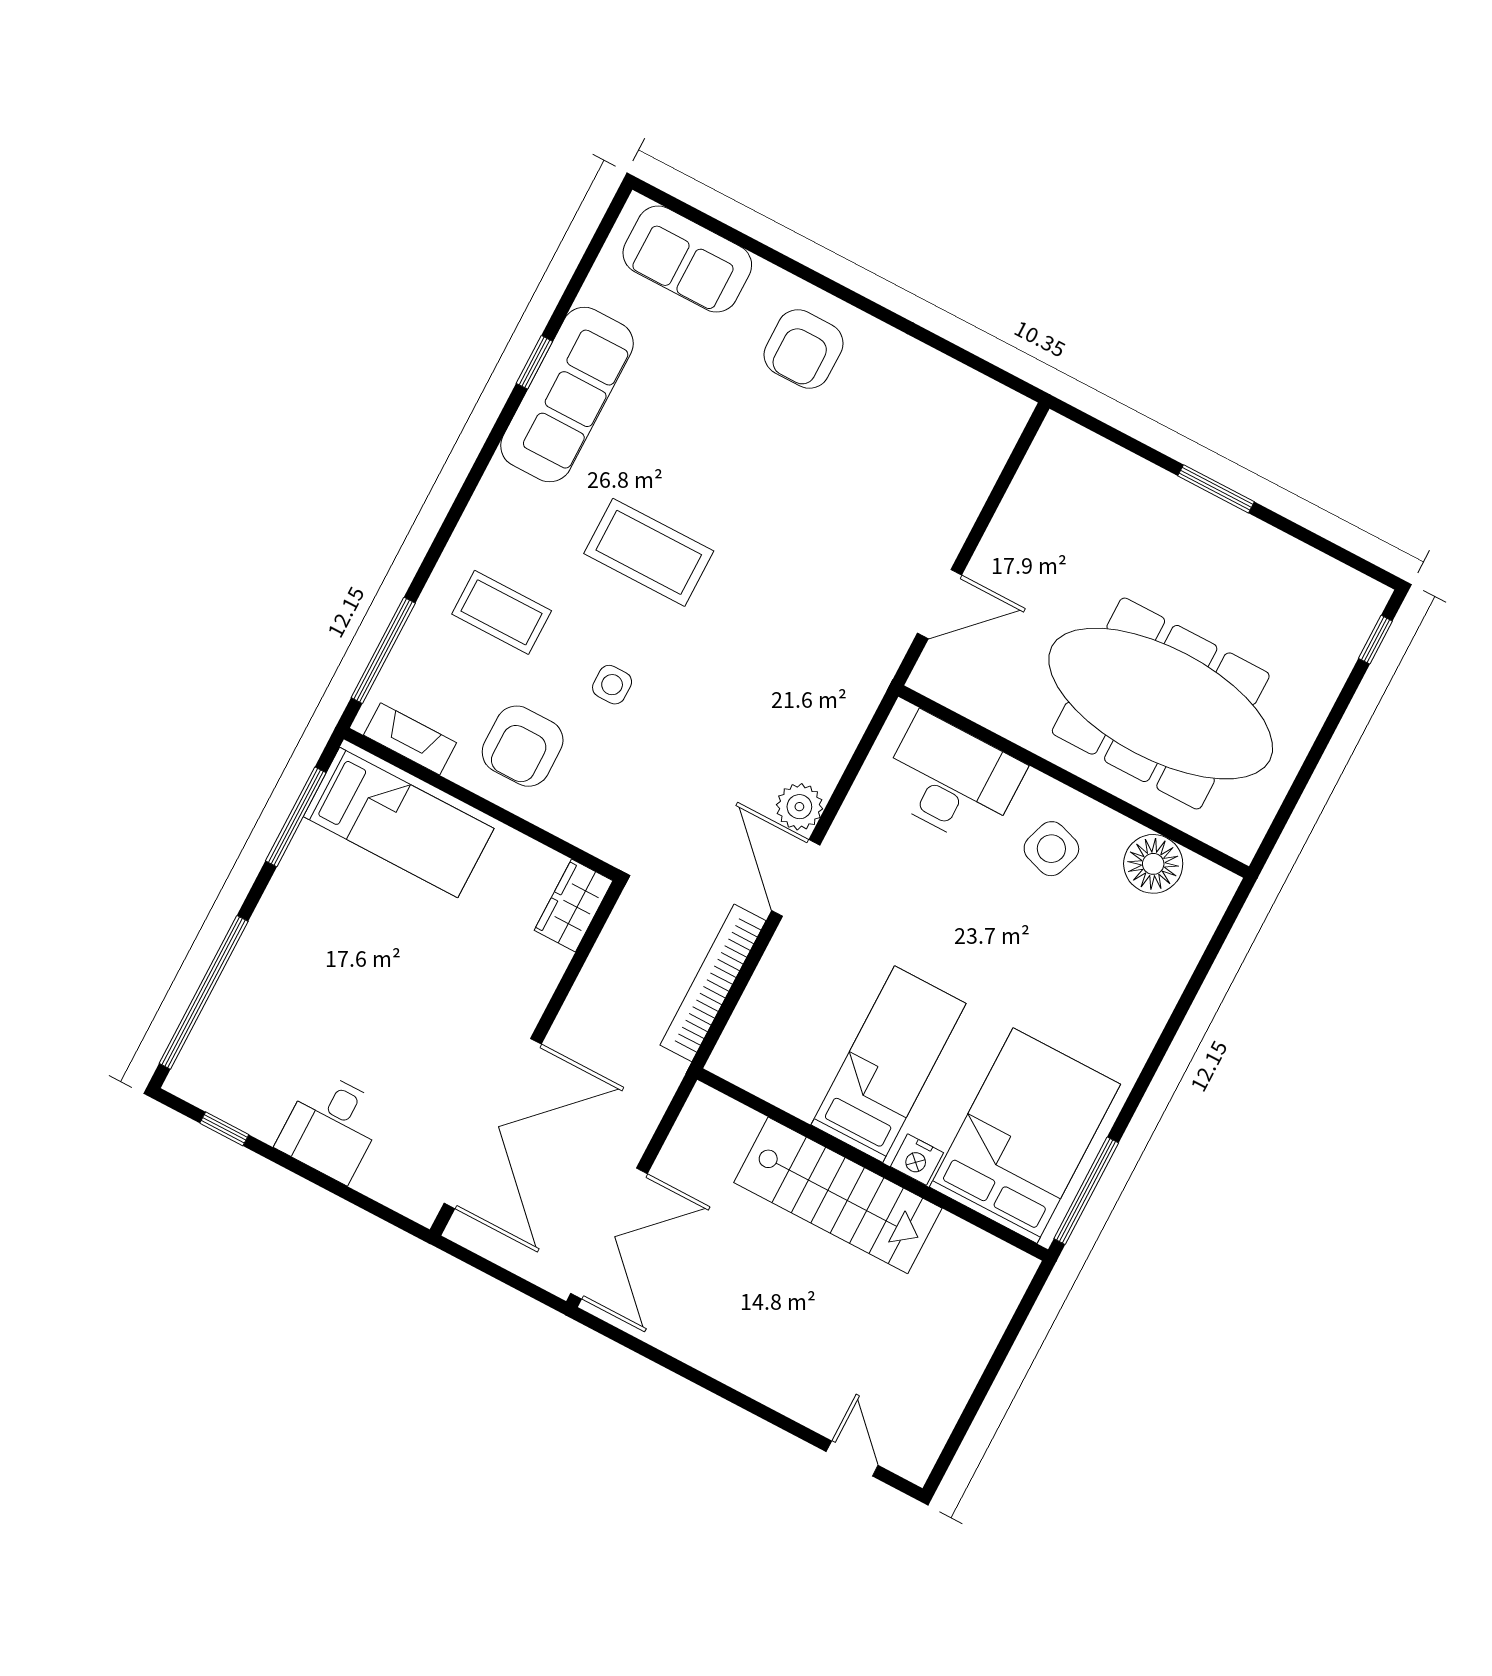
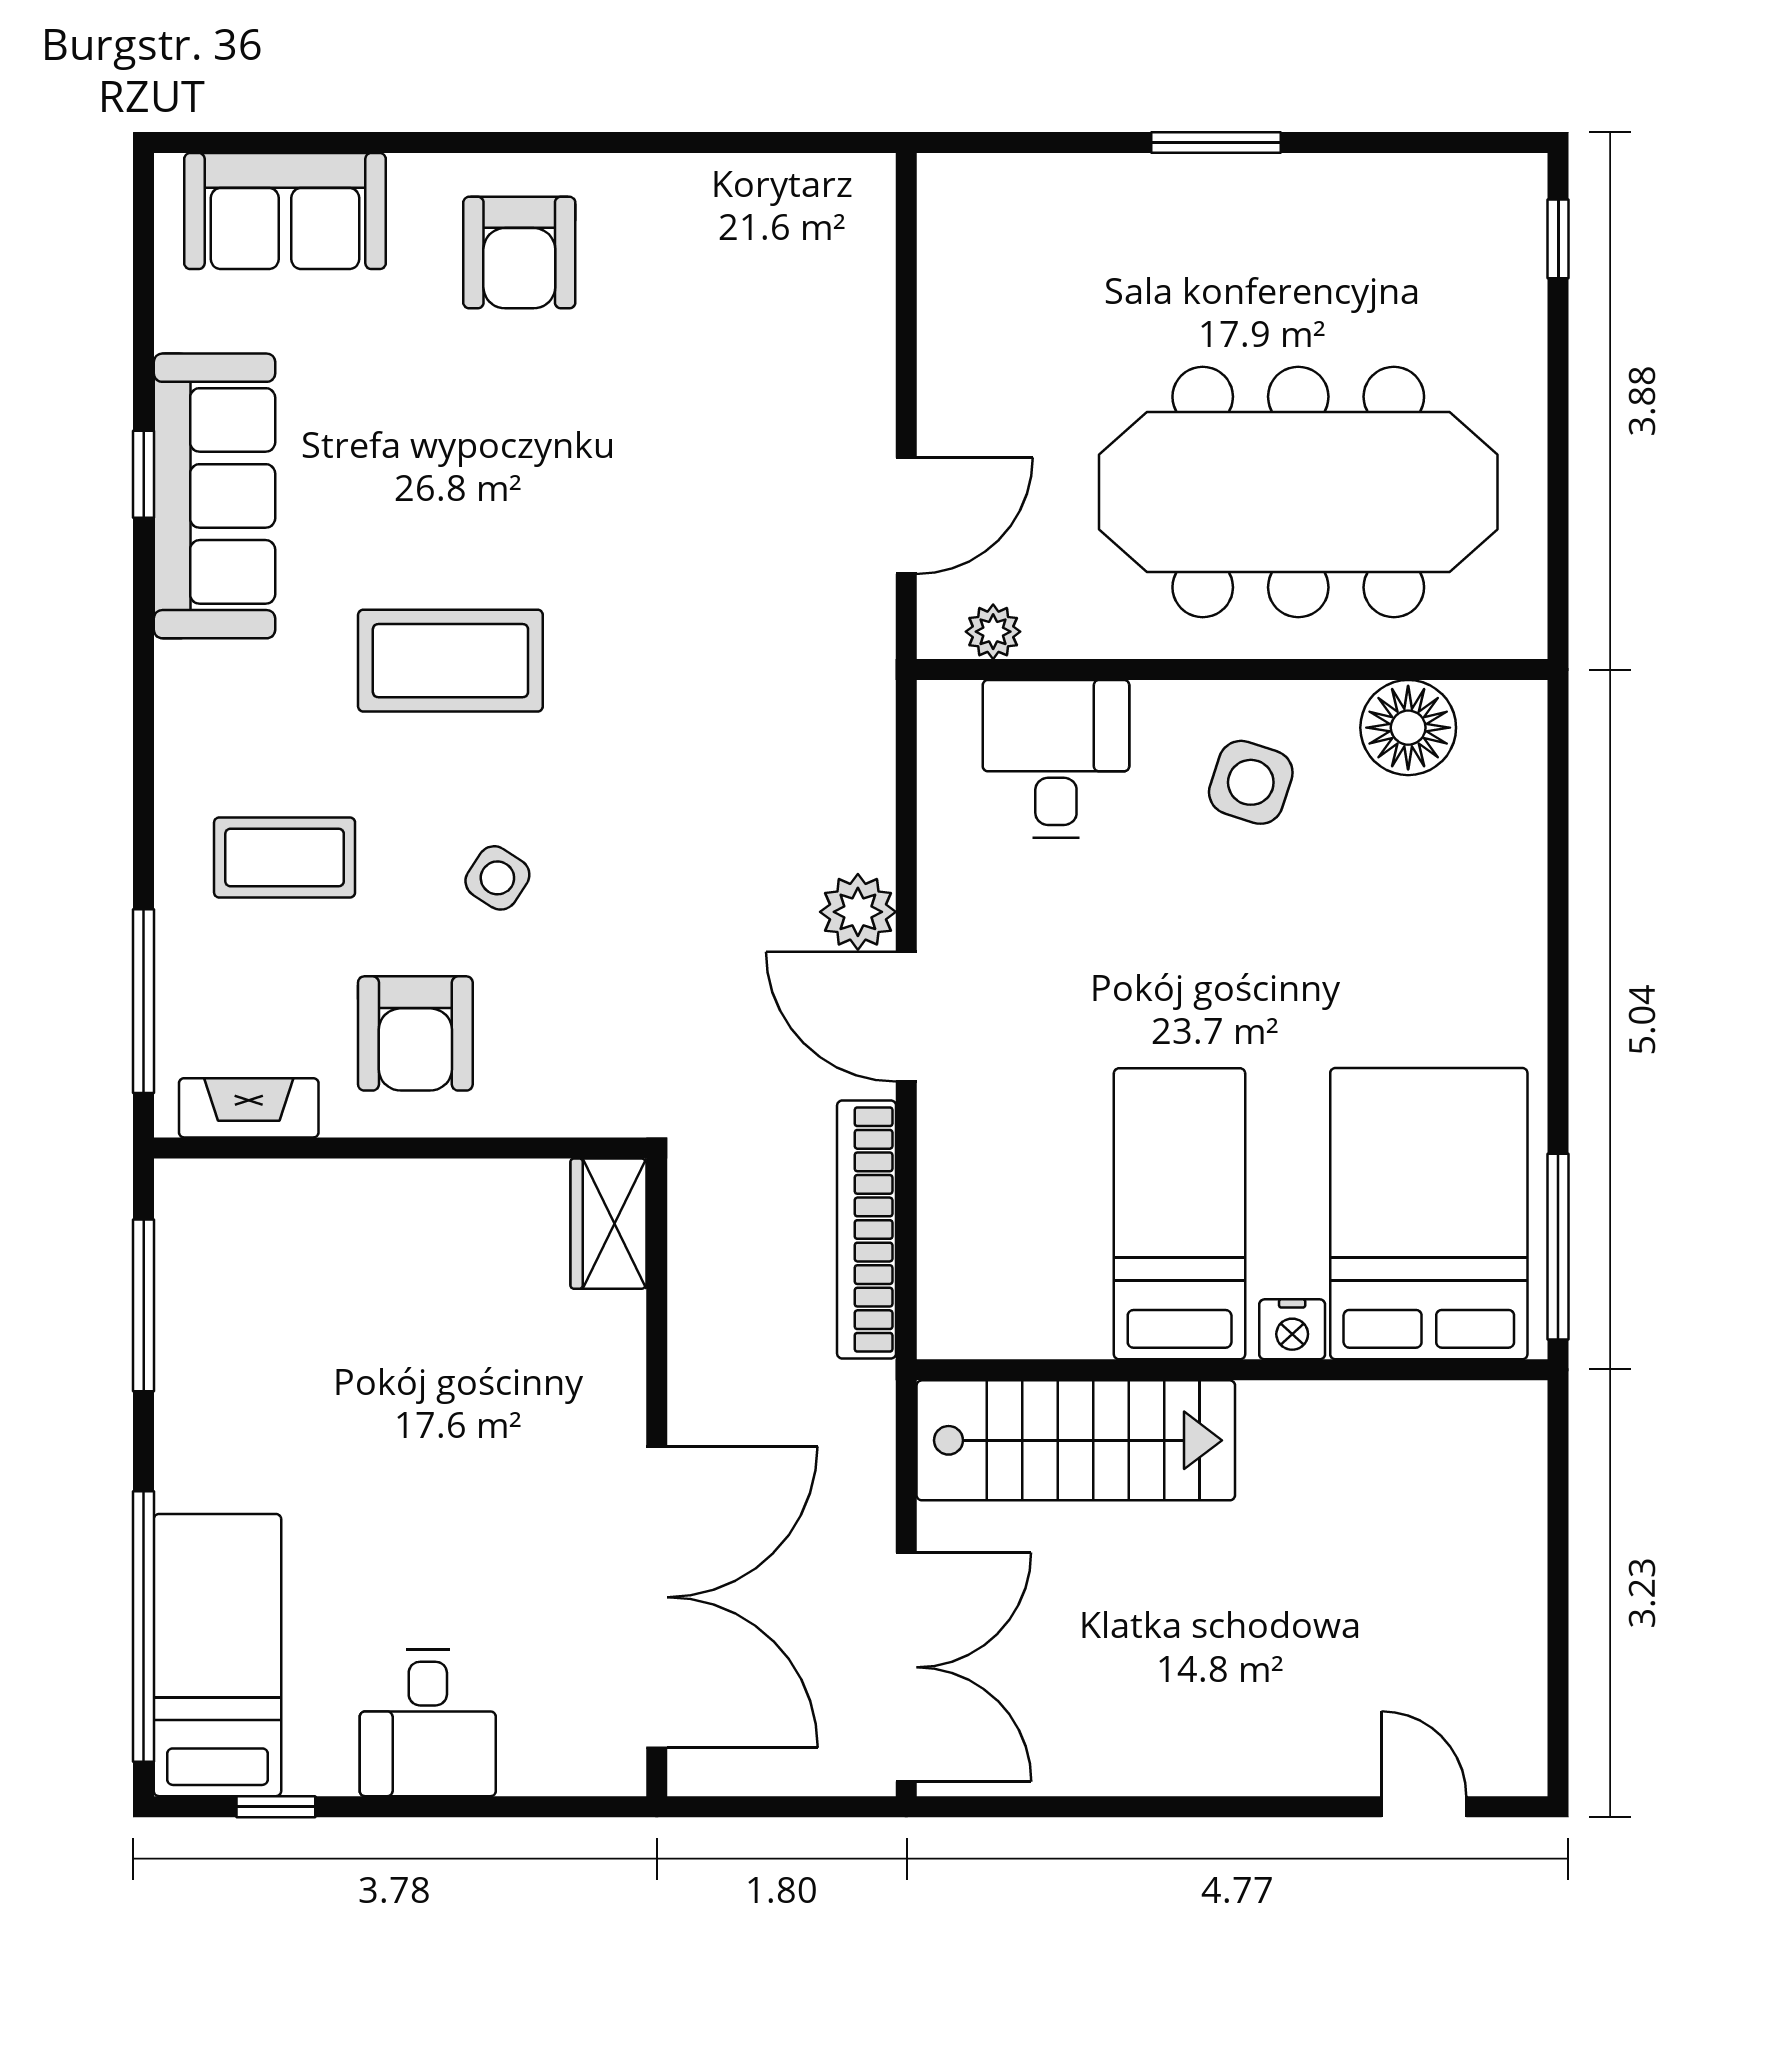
side table: (612, 685) -> (497, 878), turned 33
plant: (954, 692) -> (993, 632), added
desk: (952, 780) -> (1056, 759), width x0.73
bed: (399, 823) -> (217, 1655), moved, turned -90
stairs: (838, 1195) -> (1076, 1440), moved

